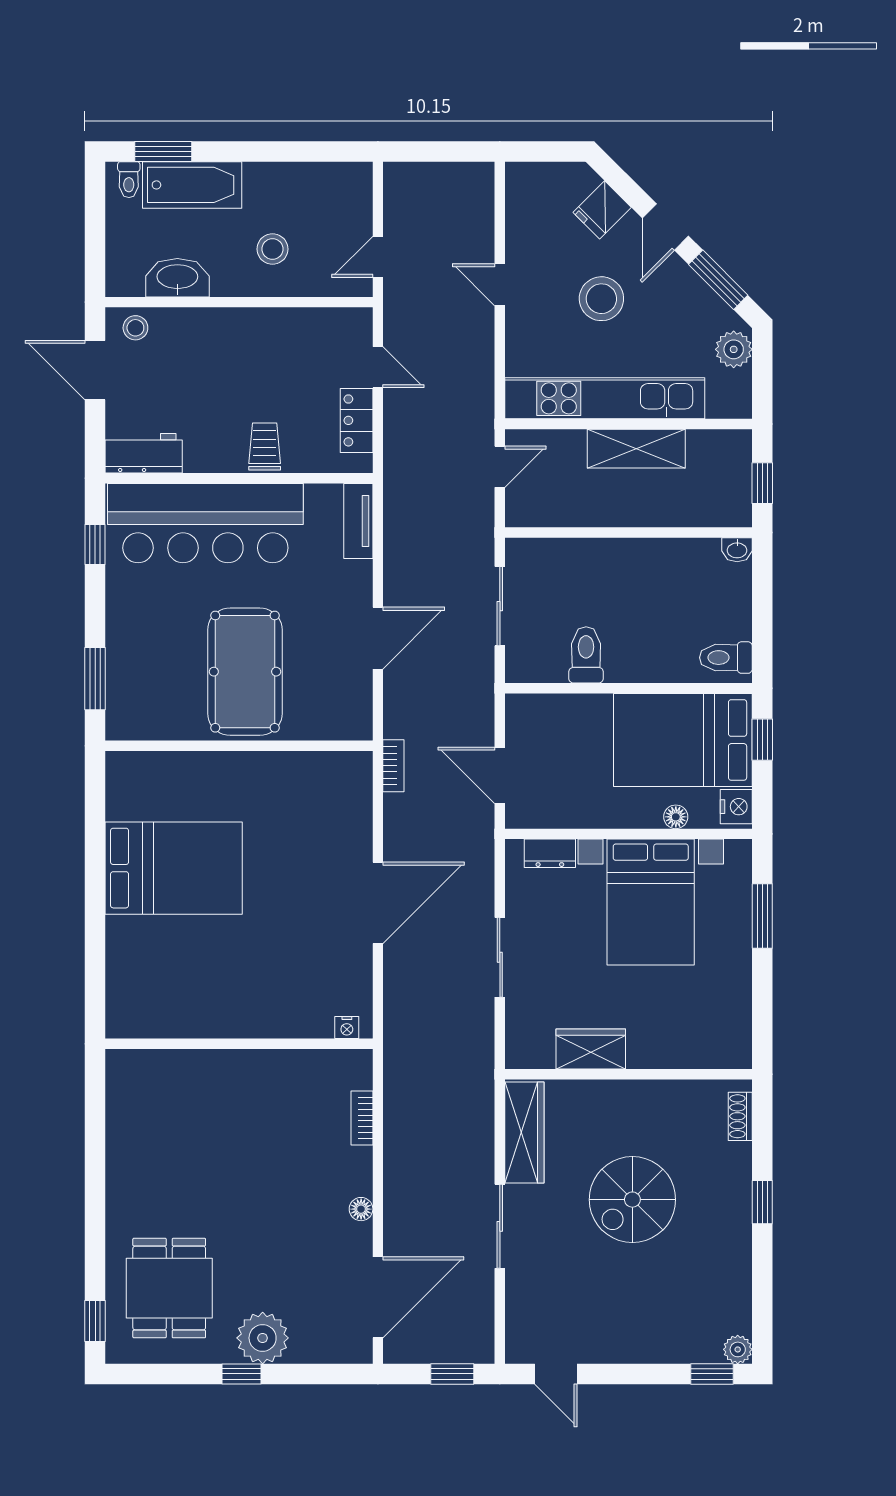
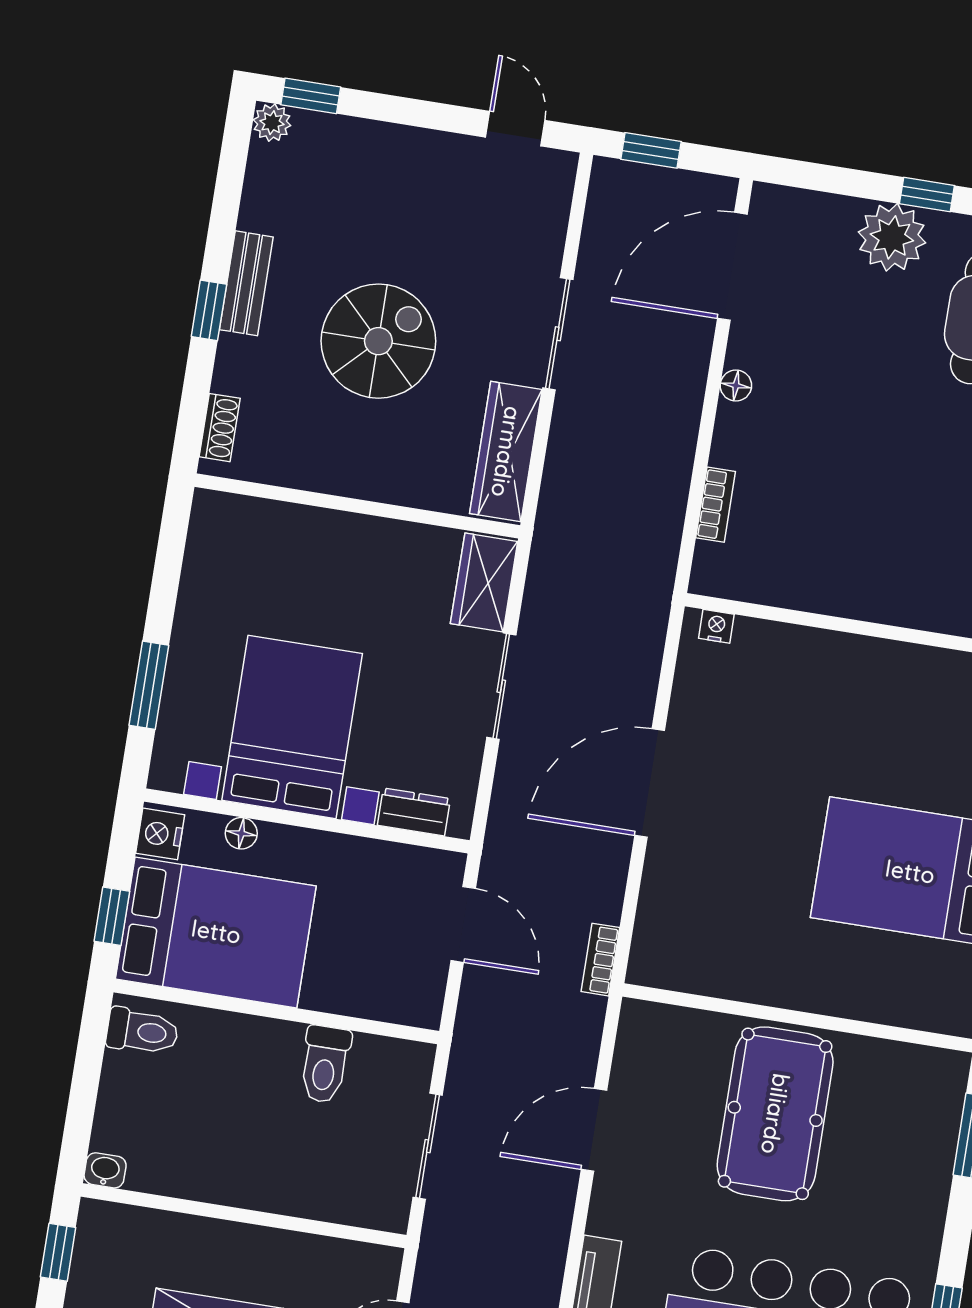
wardrobe: (591, 1049) -> (484, 583), moved, turned 90
bench: (738, 1227) -> (246, 283), added

